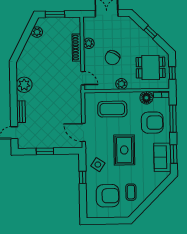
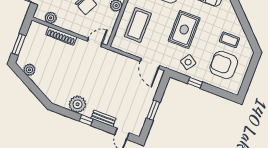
plant: (89, 43) -> (51, 18), moved
window: (14, 98) -> (86, 120), added
door: (84, 132) -> (150, 63), hinge flipped
rug: (124, 150) -> (184, 30), turned 90
armchair: (108, 196) -> (224, 65), turned -90

